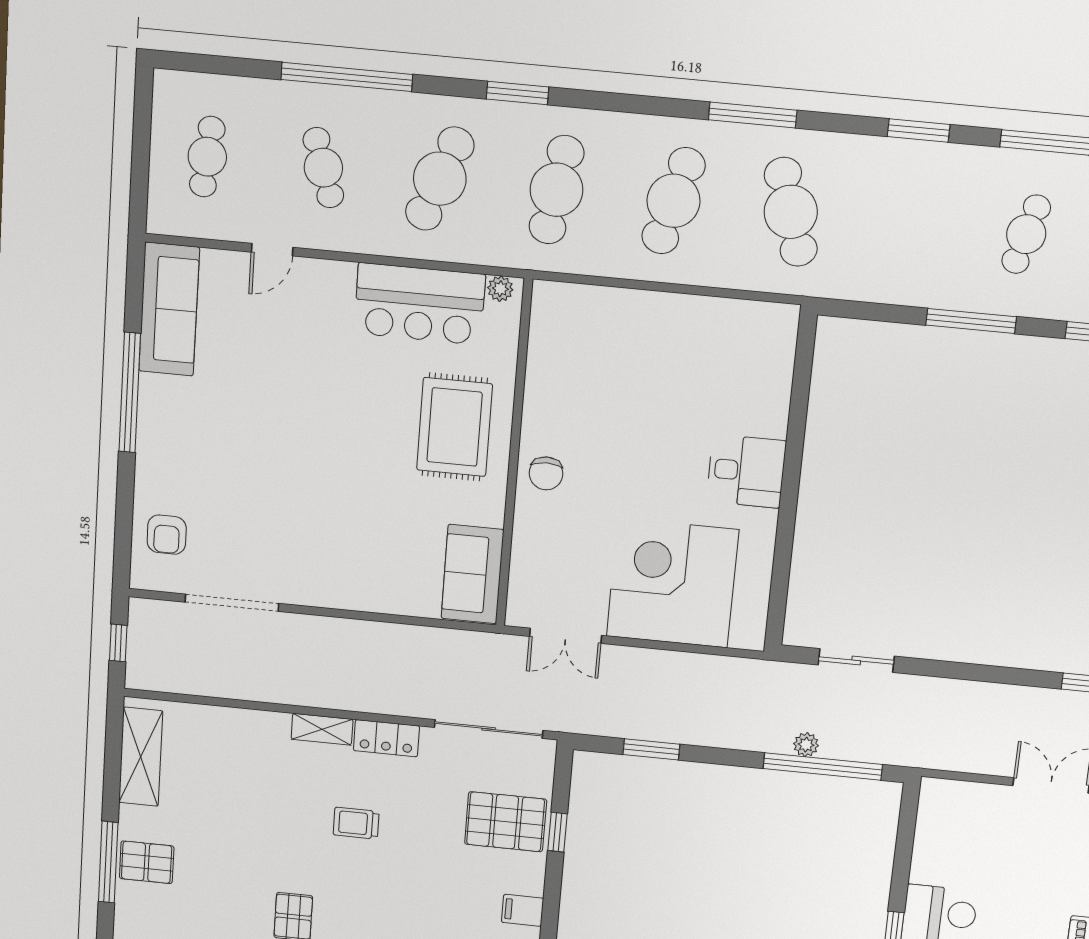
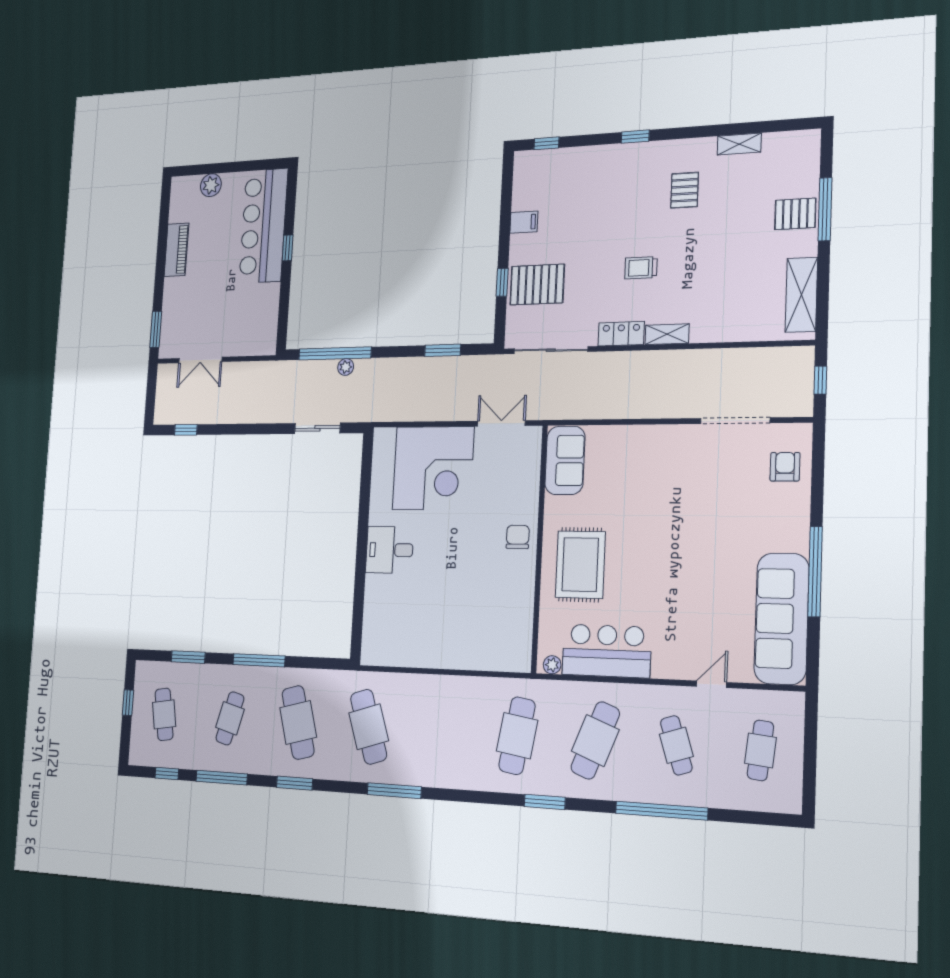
cafe table: (673, 201) -> (298, 722), moved, turned -30
sofa: (169, 309) -> (781, 619), width x1.36, depth x1.27
trolley: (356, 823) -> (641, 268), turned 180

